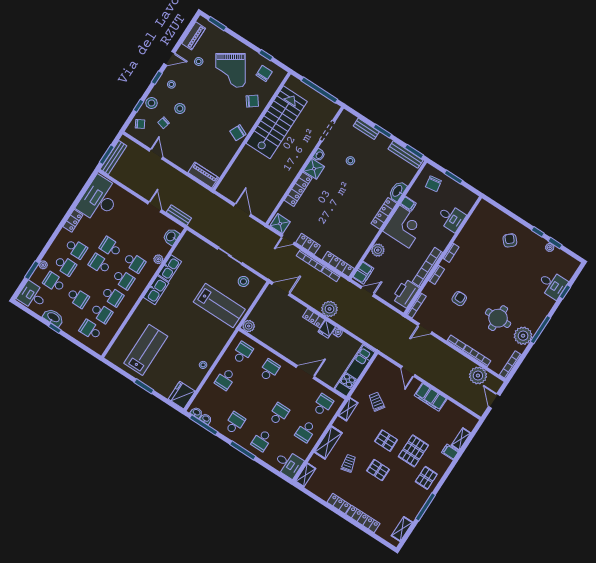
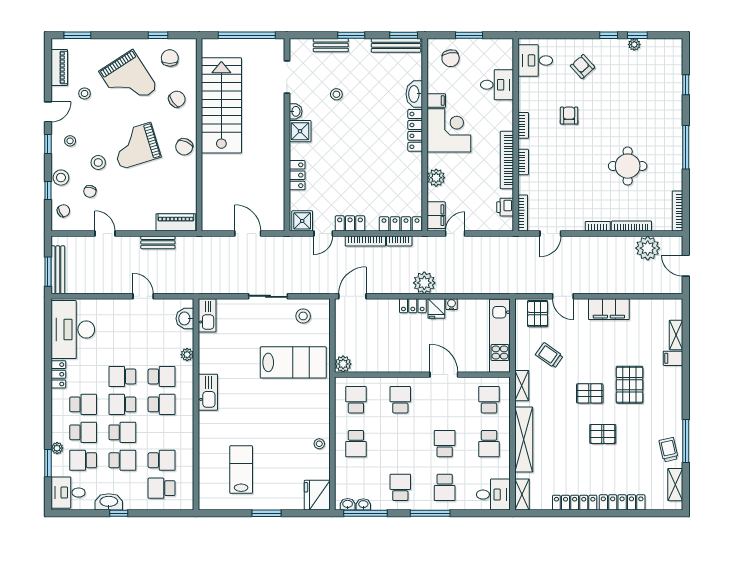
grand piano: (209, 113) -> (136, 146), added
locker: (298, 189) -> (297, 175), width x0.66
bench: (179, 215) -> (158, 242), moved
kitchen sink: (170, 268) -> (207, 315), moved
desk: (552, 285) -> (535, 60), moved, turned 180
printer: (406, 293) -> (505, 207), width x0.53, depth x0.68
school desk: (112, 296) -> (122, 432), moved
armchair: (459, 299) -> (569, 116), moved
plant: (523, 336) -> (670, 168), removed
lab bench: (146, 350) -> (241, 470), width x0.73, depth x0.72
door: (305, 372) -> (444, 375), hinge flipped
shelving: (328, 443) -> (524, 440), width x1.47
trolley: (349, 463) -> (669, 450), moved
pallet: (426, 478) -> (538, 314), moved
locker: (339, 504) -> (575, 503), width x1.53

